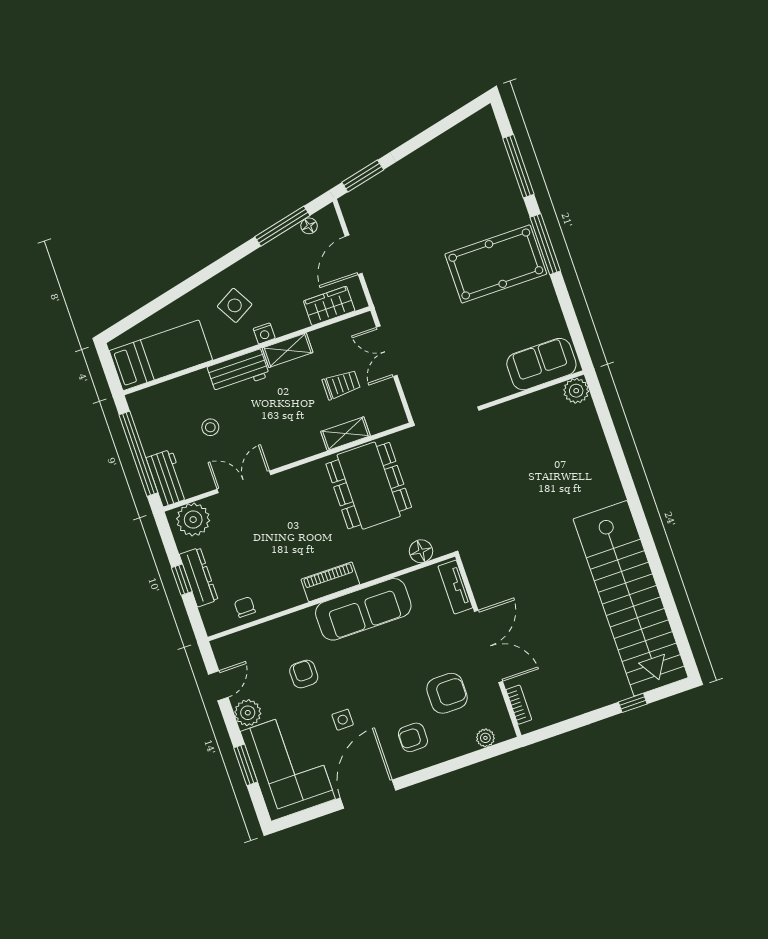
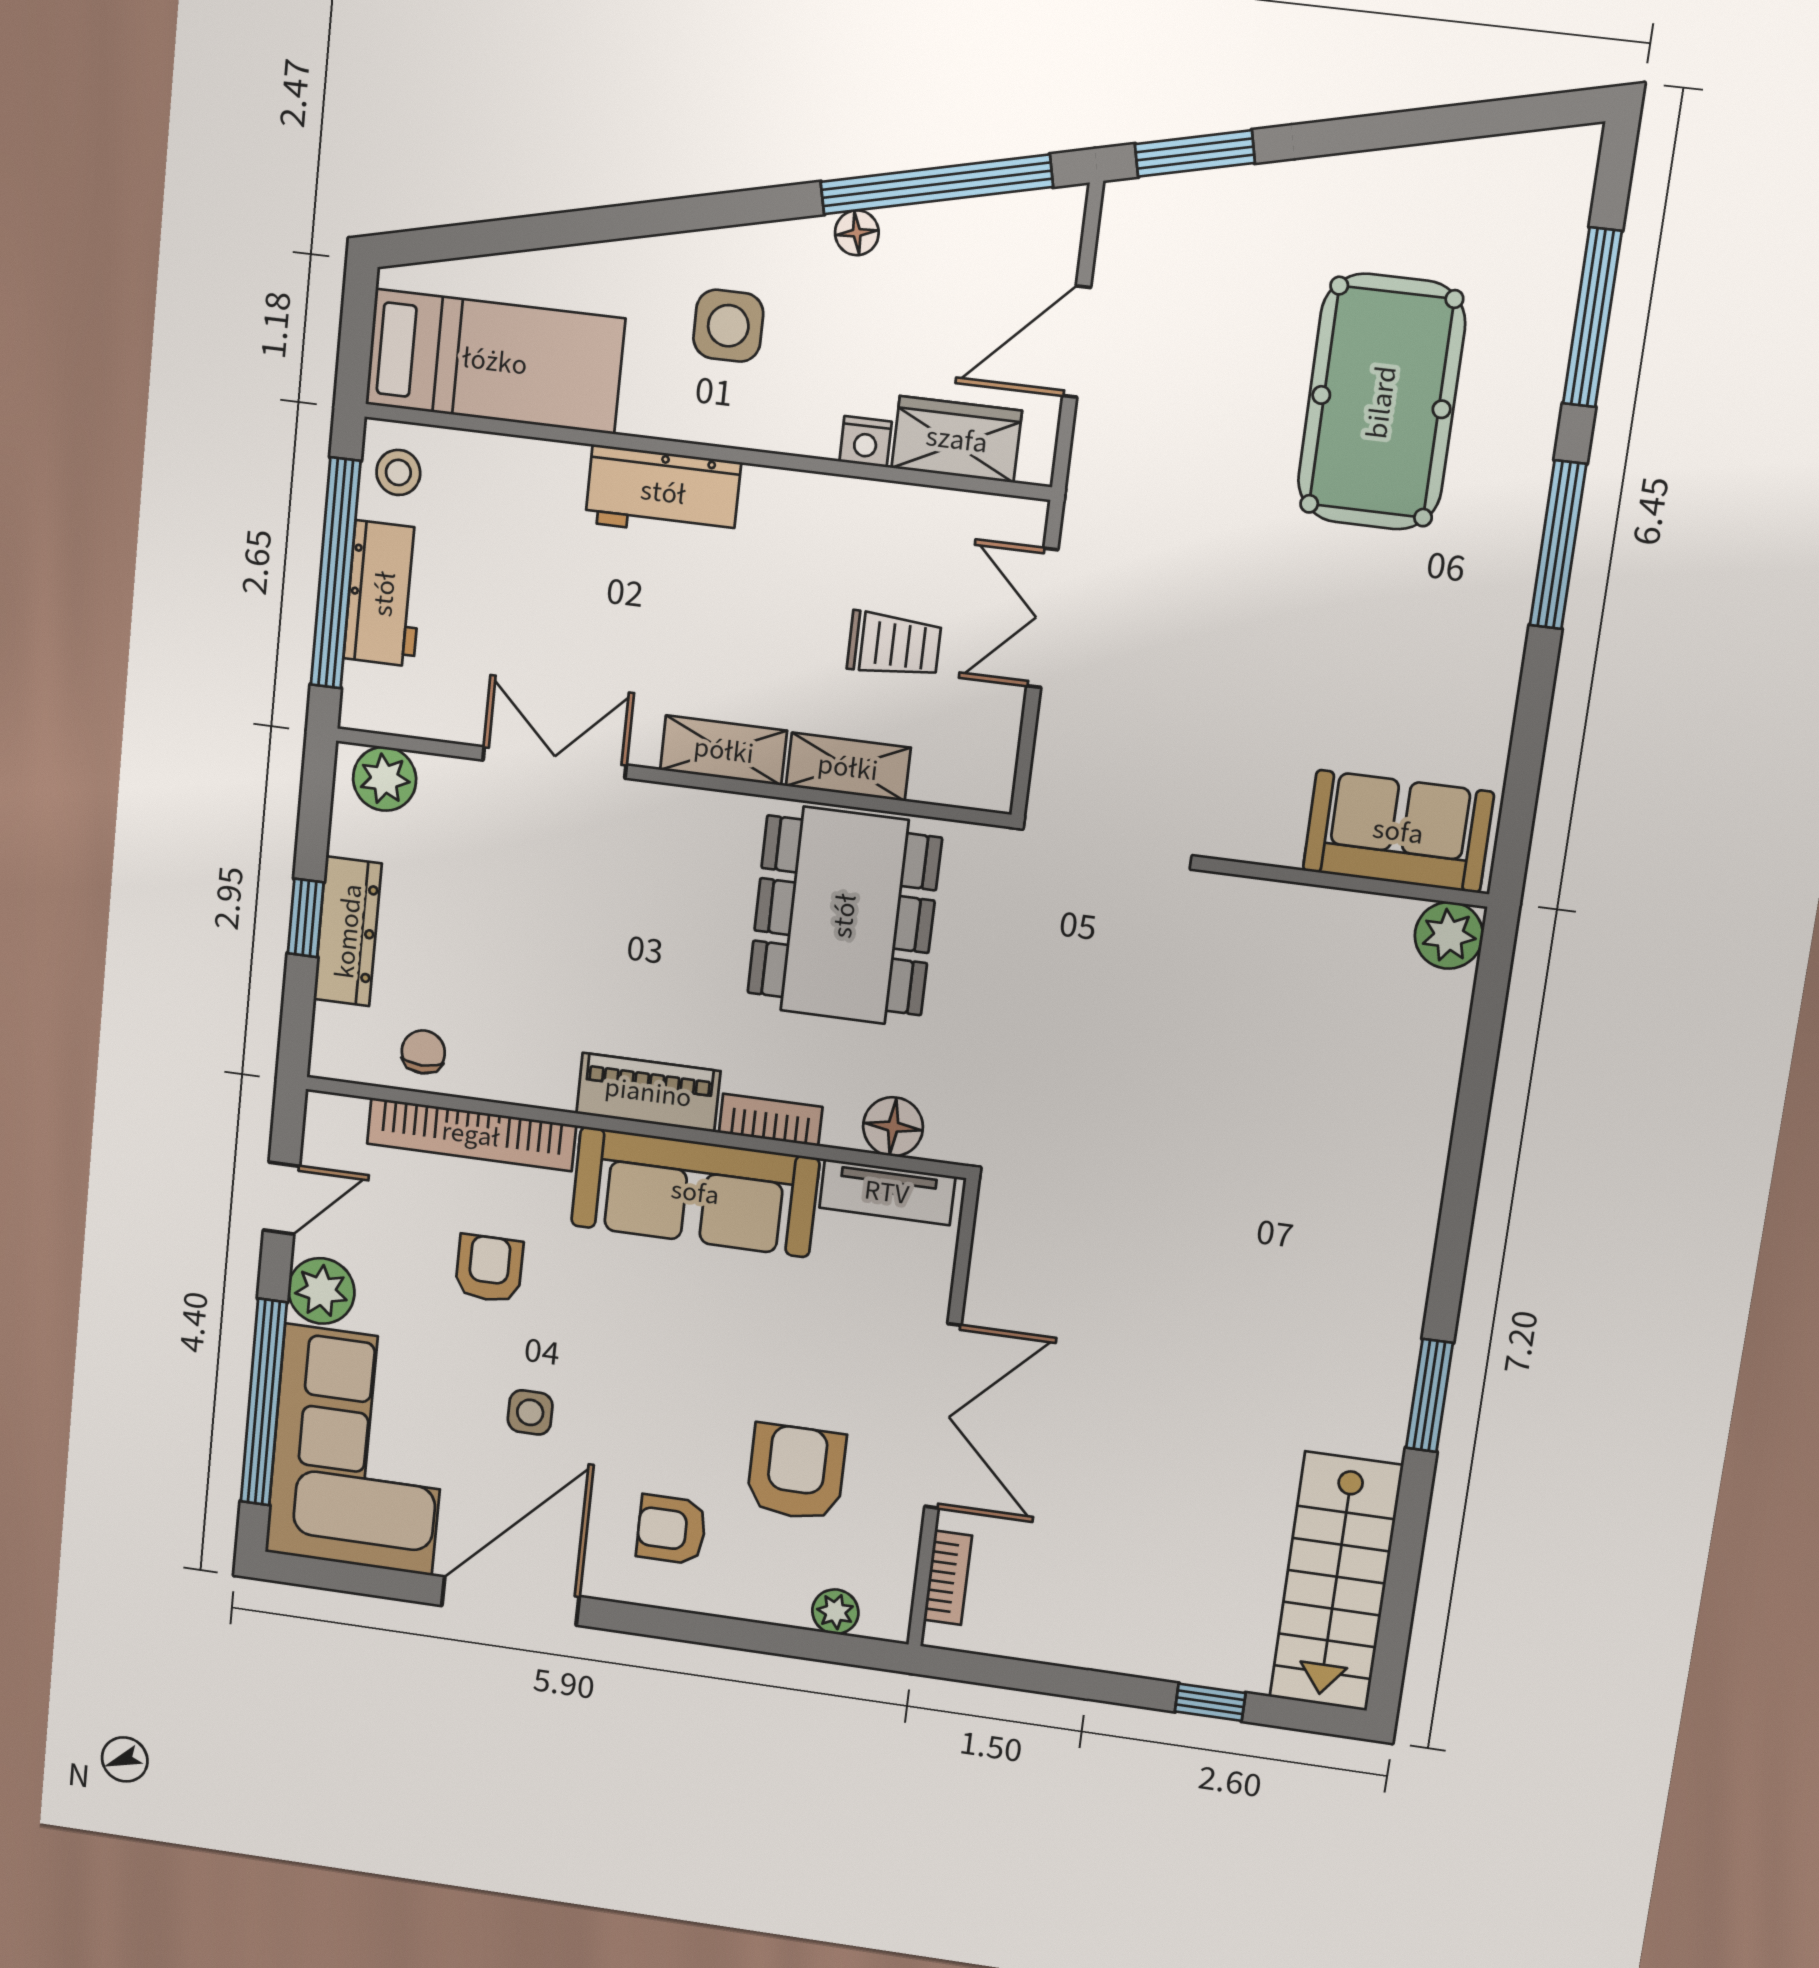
window: (282, 226) -> (937, 184), width x1.46
floor lamp: (309, 226) -> (857, 233), moved
pool table: (496, 264) -> (1381, 402), moved, turned 90
side table: (235, 305) -> (728, 326), turned 30
nightstand: (264, 333) -> (865, 442), moved
shelving: (288, 350) -> (724, 750), moved
stool: (210, 427) -> (398, 472), moved
workbench: (167, 478) -> (384, 594), moved
plant: (193, 520) -> (385, 779), width x0.73, depth x0.73
window: (652, 553) -> (1429, 1395), added
bookcase: (377, 570) -> (771, 1120), added
tv unit: (455, 587) -> (887, 1192), moved, turned -90
stairs: (631, 598) -> (1336, 1582), width x0.54, depth x0.66
bookcase: (275, 628) -> (471, 1134), added
armchair: (447, 693) -> (796, 1472), turned -90
window: (246, 765) -> (264, 1402), width x2.11

